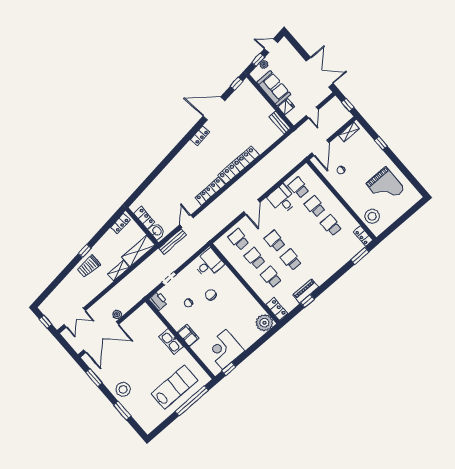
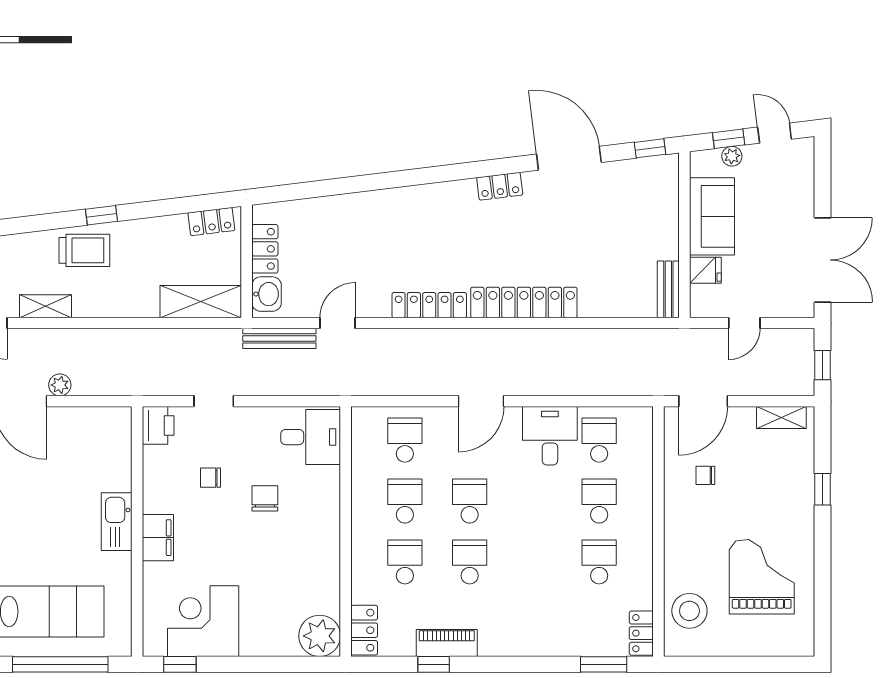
grand piano: (385, 186) -> (762, 577), turned 180
trolley: (89, 266) -> (84, 250), turned 180
shelving: (118, 271) -> (46, 306), moved

